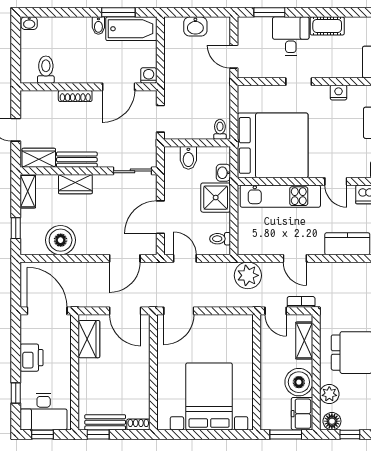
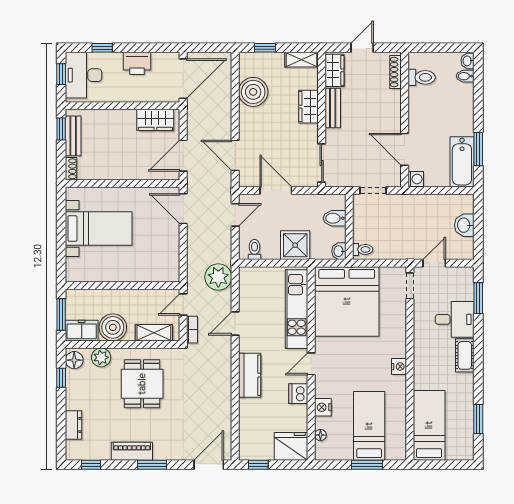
bidet: (98, 26) -> (465, 76), moved
doorway: (299, 82) -> (410, 286), moved
shoe rack: (75, 96) -> (396, 72), moved
washbasin: (223, 173) -> (339, 251), moved, turned -90
bed with nightstands: (209, 396) -> (99, 228), width x0.73

